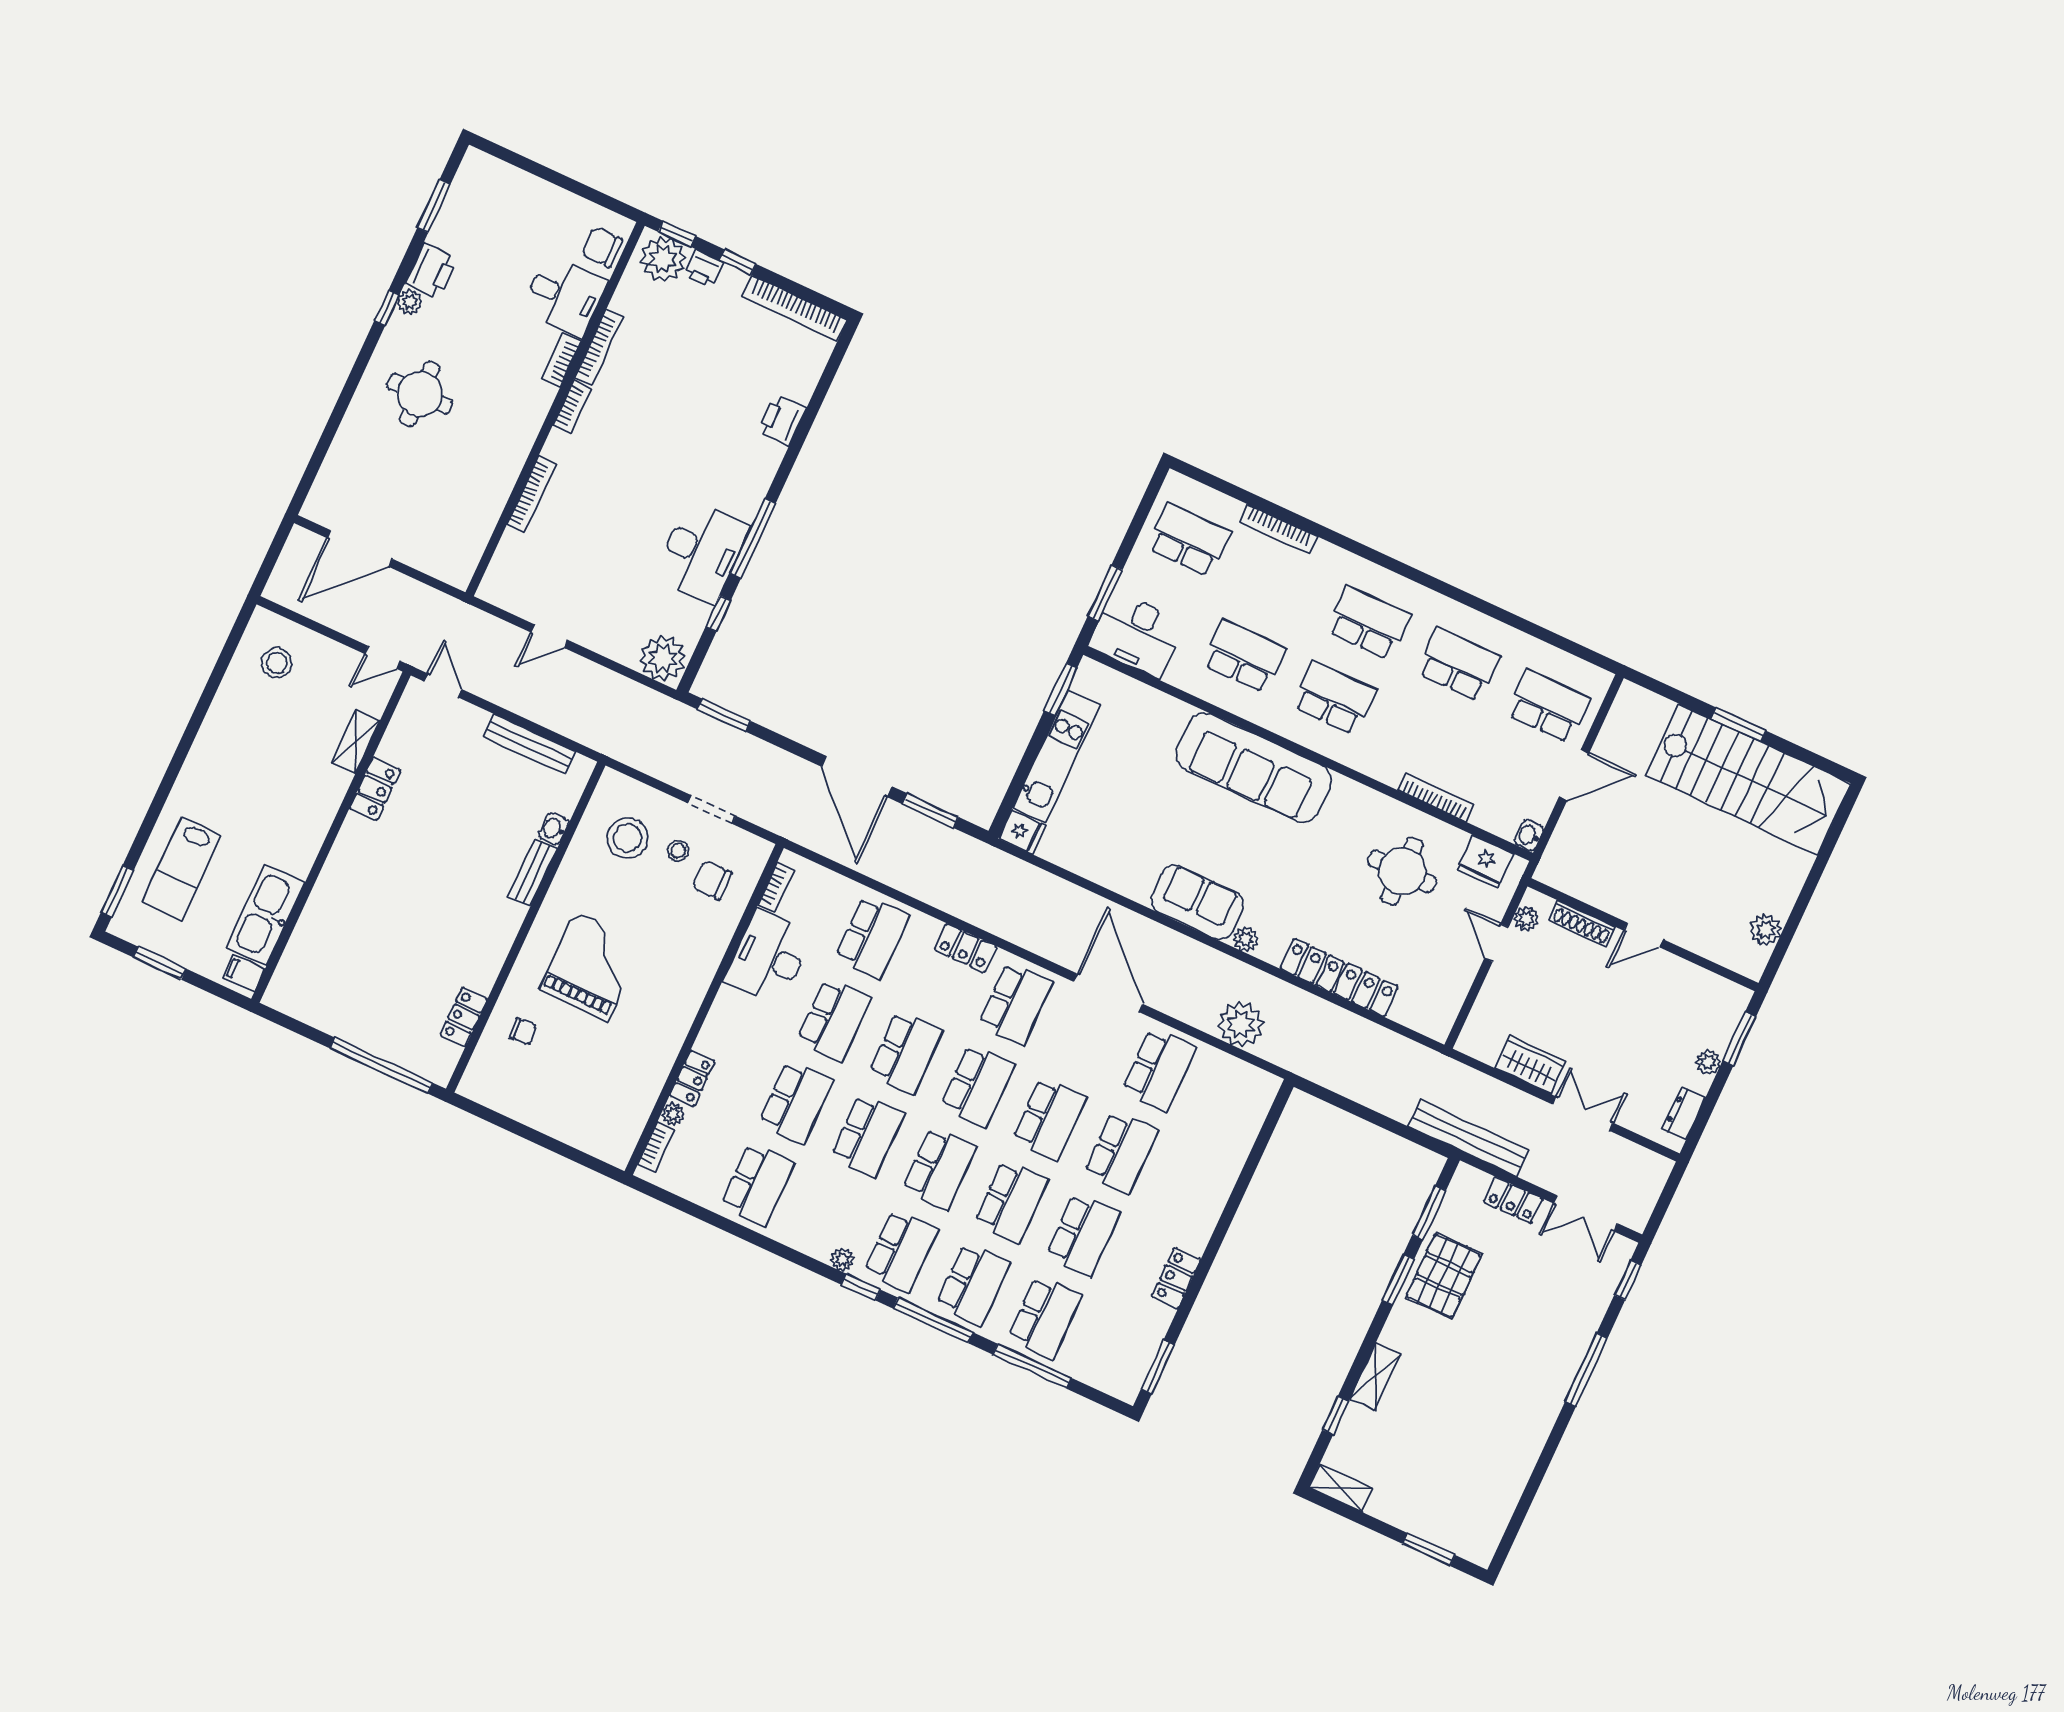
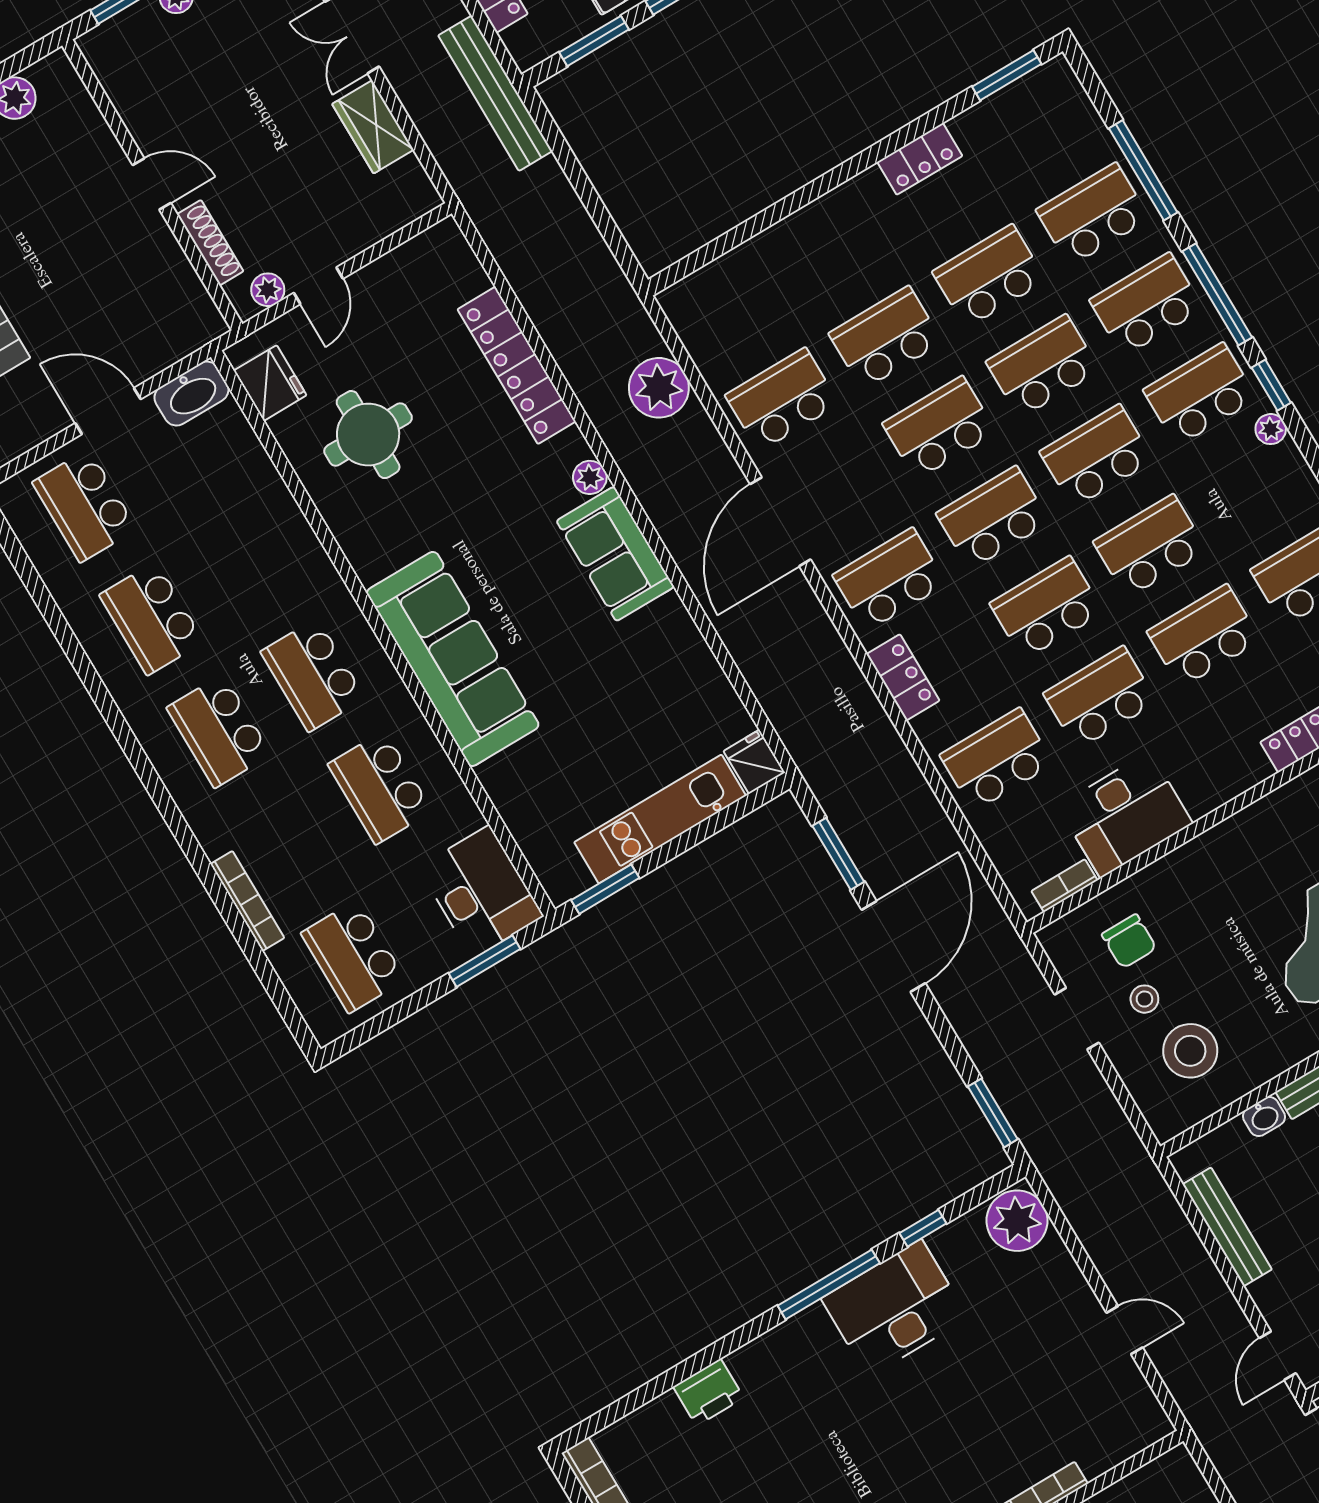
bookcase: (1436, 797) -> (276, 491), removed
washbasin: (1529, 835) -> (192, 394), width x1.91, depth x1.45

